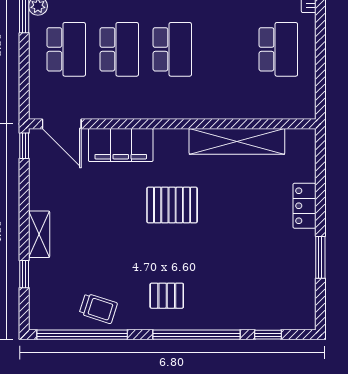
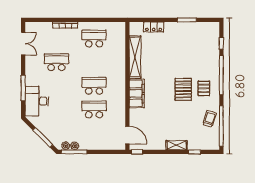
school desk: (66, 49) -> (94, 133), removed
door: (62, 124) -> (127, 135), hinge flipped
filing cabinet: (121, 145) -> (137, 93), moved
pallet: (172, 205) -> (183, 89), moved
locker: (304, 206) -> (154, 27), moved

